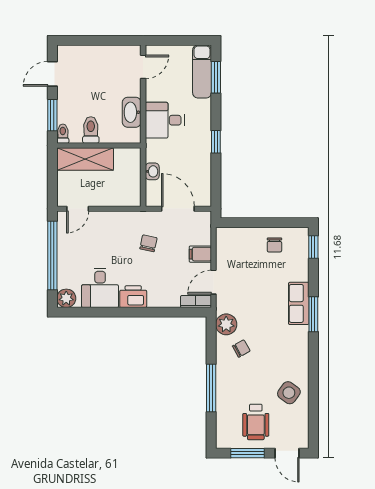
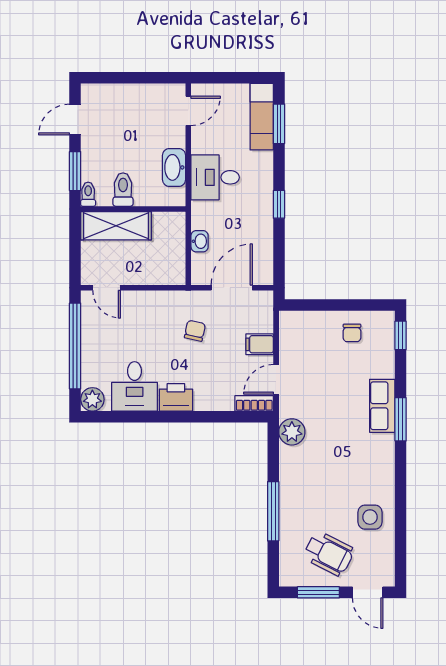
door: (78, 209) -> (107, 288), hinge flipped
door: (178, 209) -> (232, 288), hinge flipped
chair: (241, 348) -> (311, 462), removed
side table: (289, 393) -> (370, 517), turned -36
wheelchair: (256, 422) -> (329, 554), turned -63

